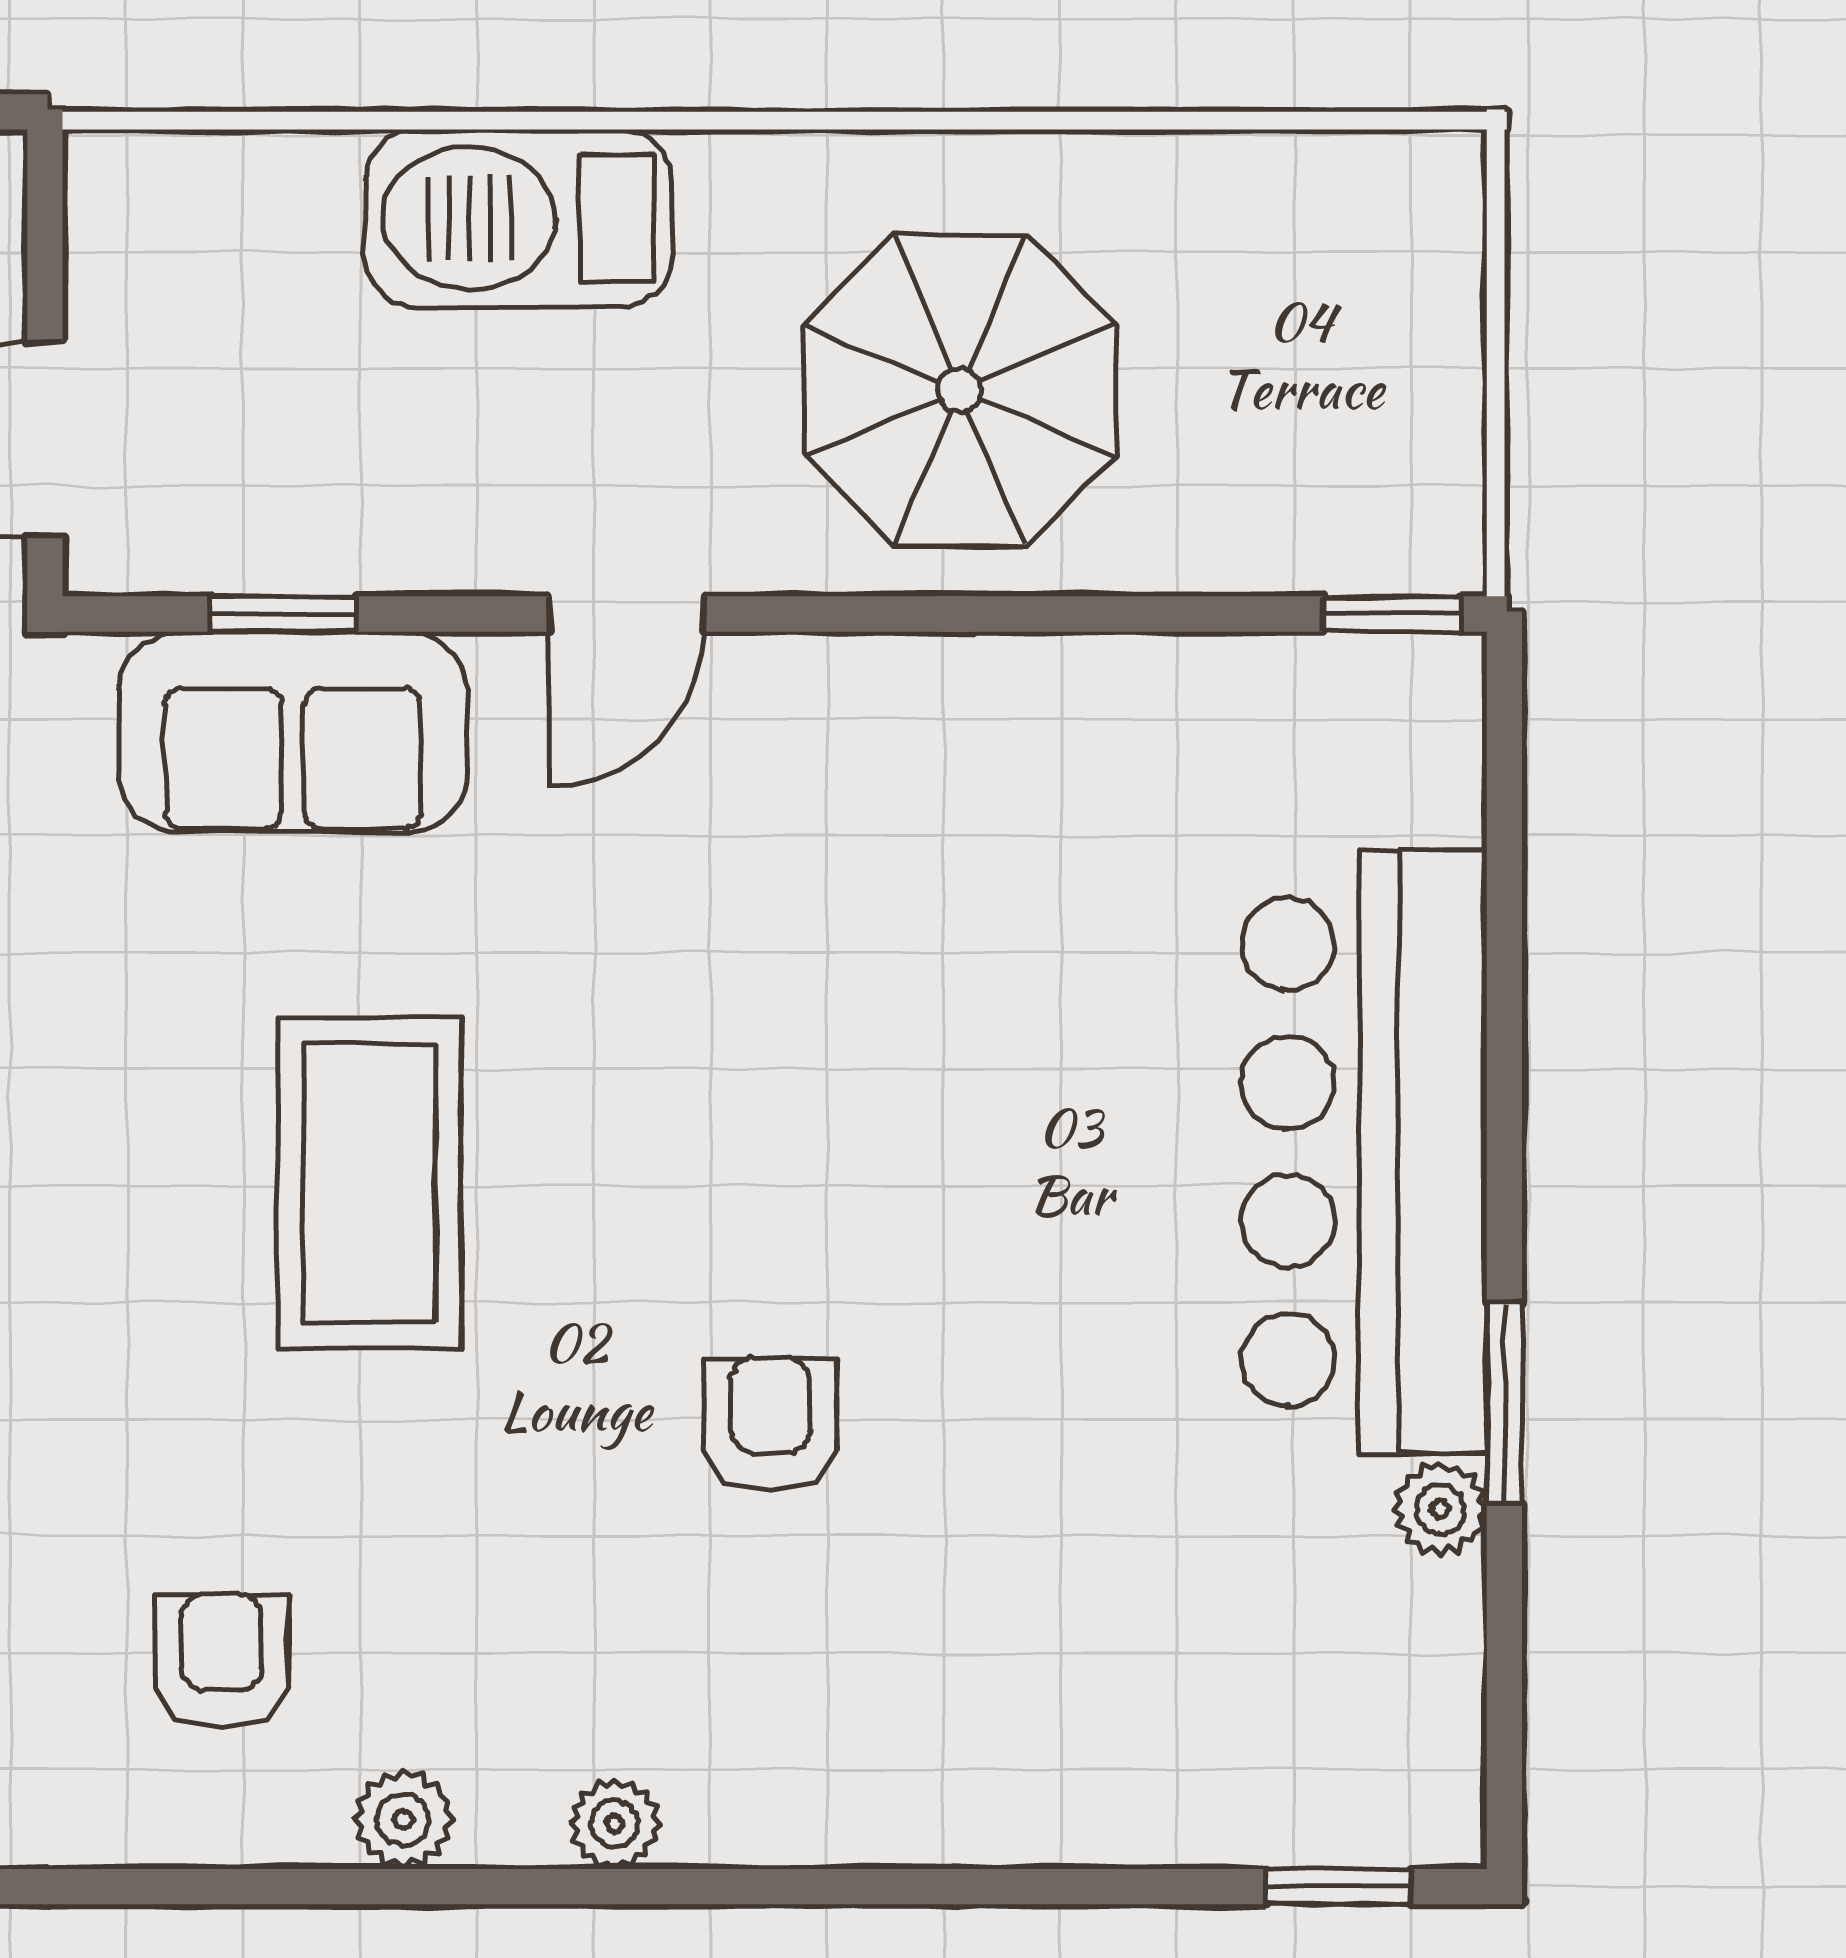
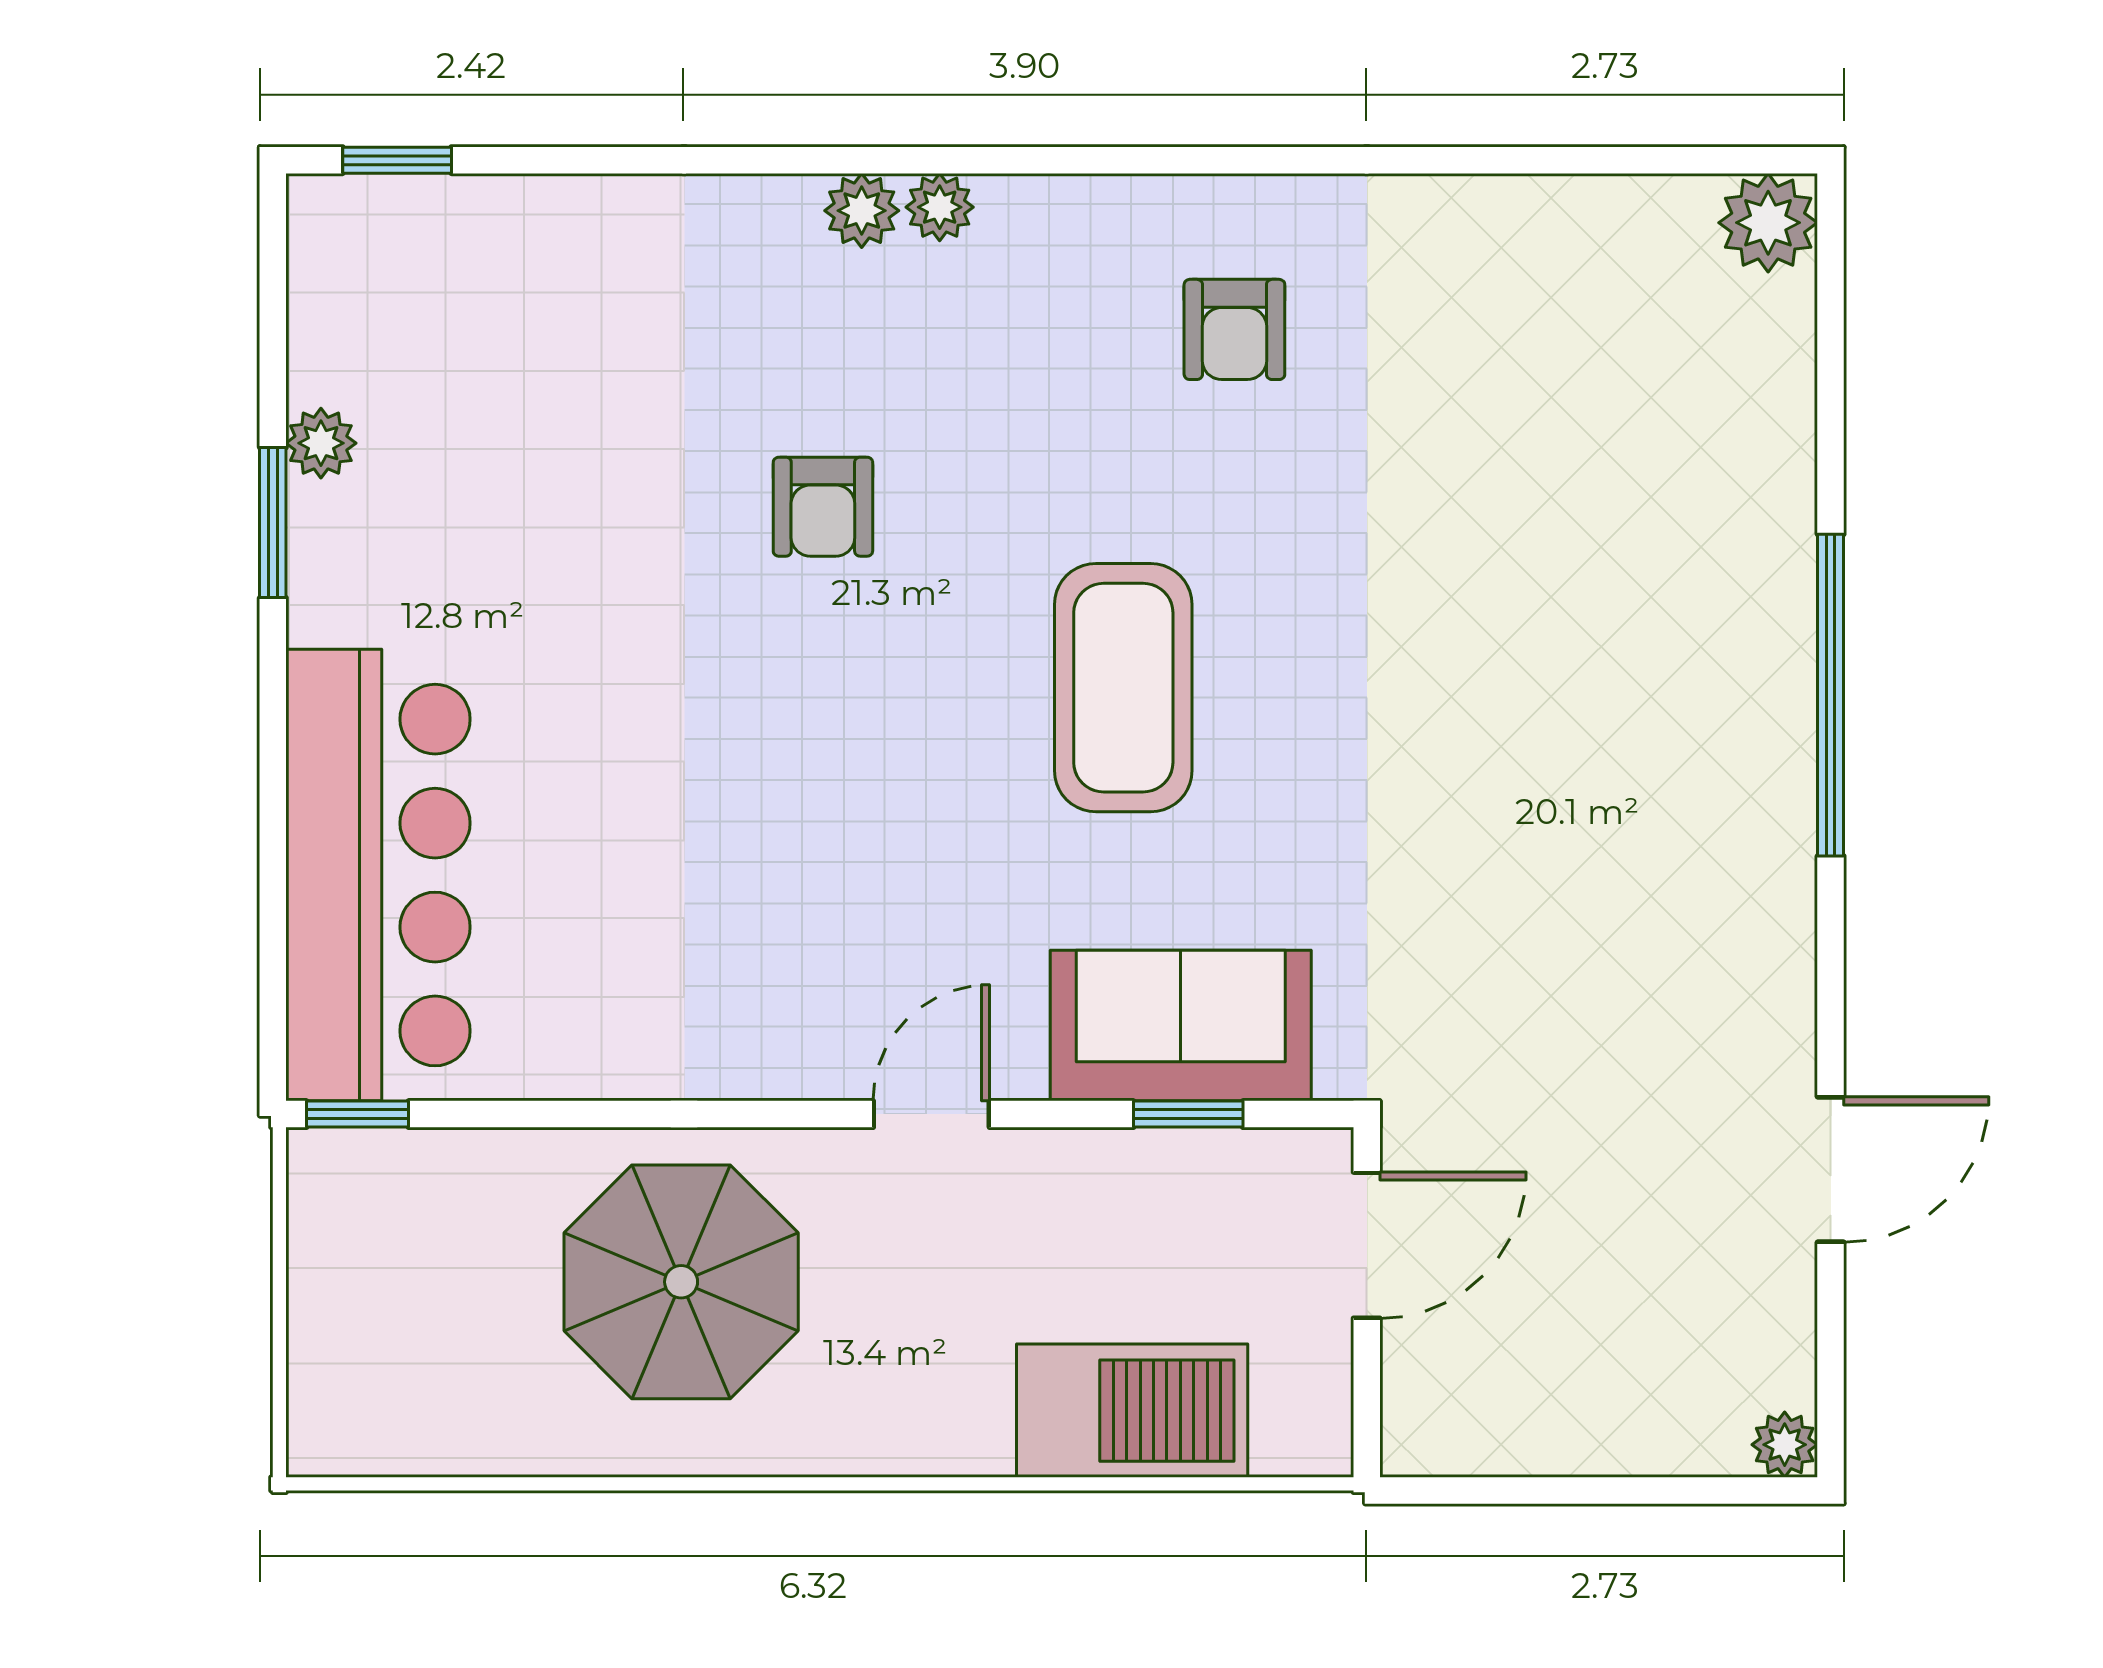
barbecue: (518, 218) -> (1132, 1411), moved
bar counter: (1364, 1152) -> (378, 875), moved
plant: (403, 1819) -> (862, 211), moved

